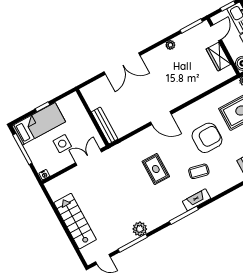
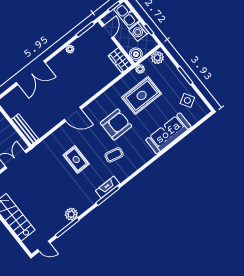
wardrobe: (218, 57) -> (120, 60), moved
fireplace: (197, 200) -> (108, 187), moved

